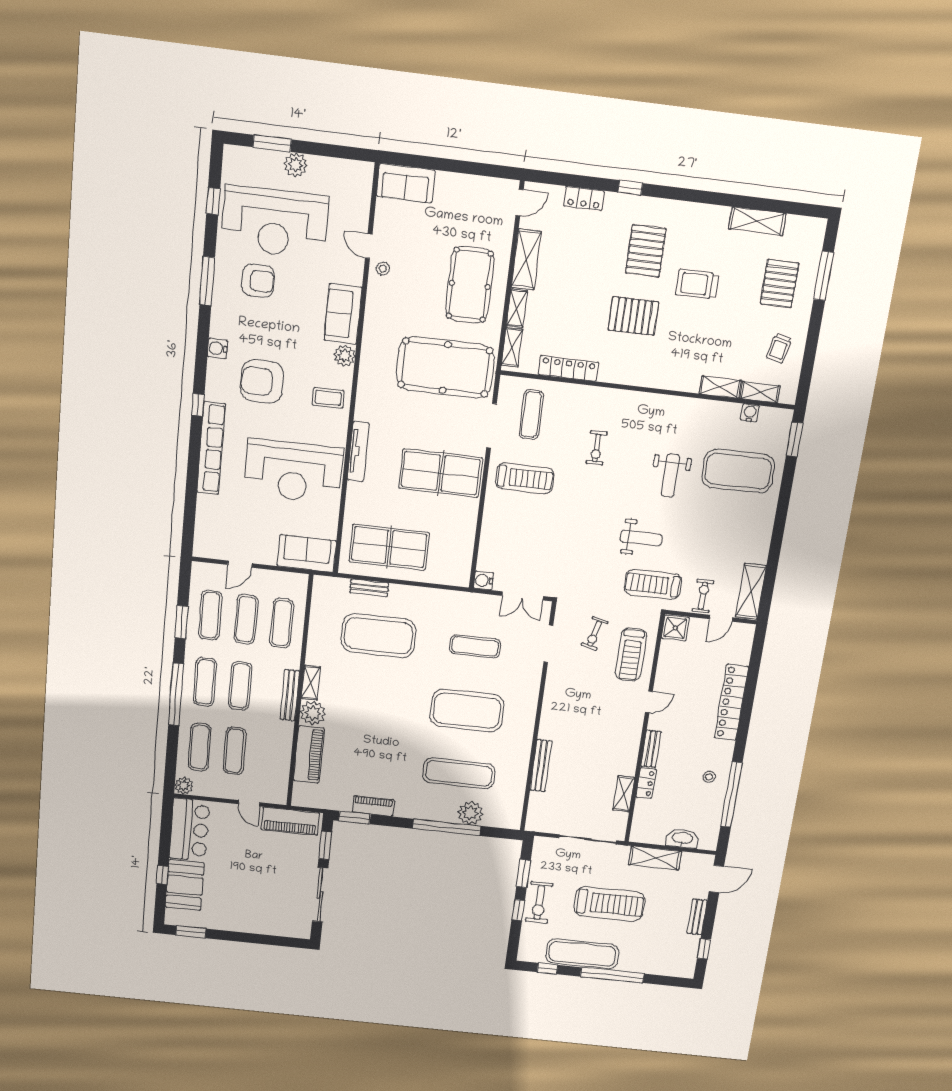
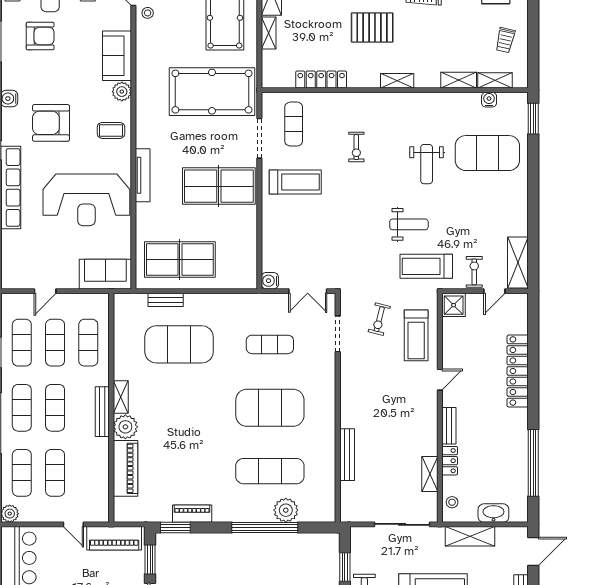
shelving: (512, 347) -> (397, 81), moved, turned 90
stool: (709, 777) -> (452, 502), moved

